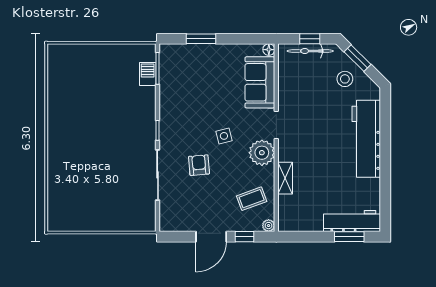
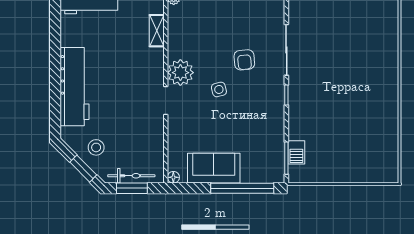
window: (201, 39) -> (242, 188), width x2.11
window: (310, 39) -> (132, 188), width x1.50
sofa: (260, 82) -> (214, 168), moved, turned -90
shelving: (285, 178) -> (157, 31), moved
coffee table: (252, 199) -> (191, 26), removed

